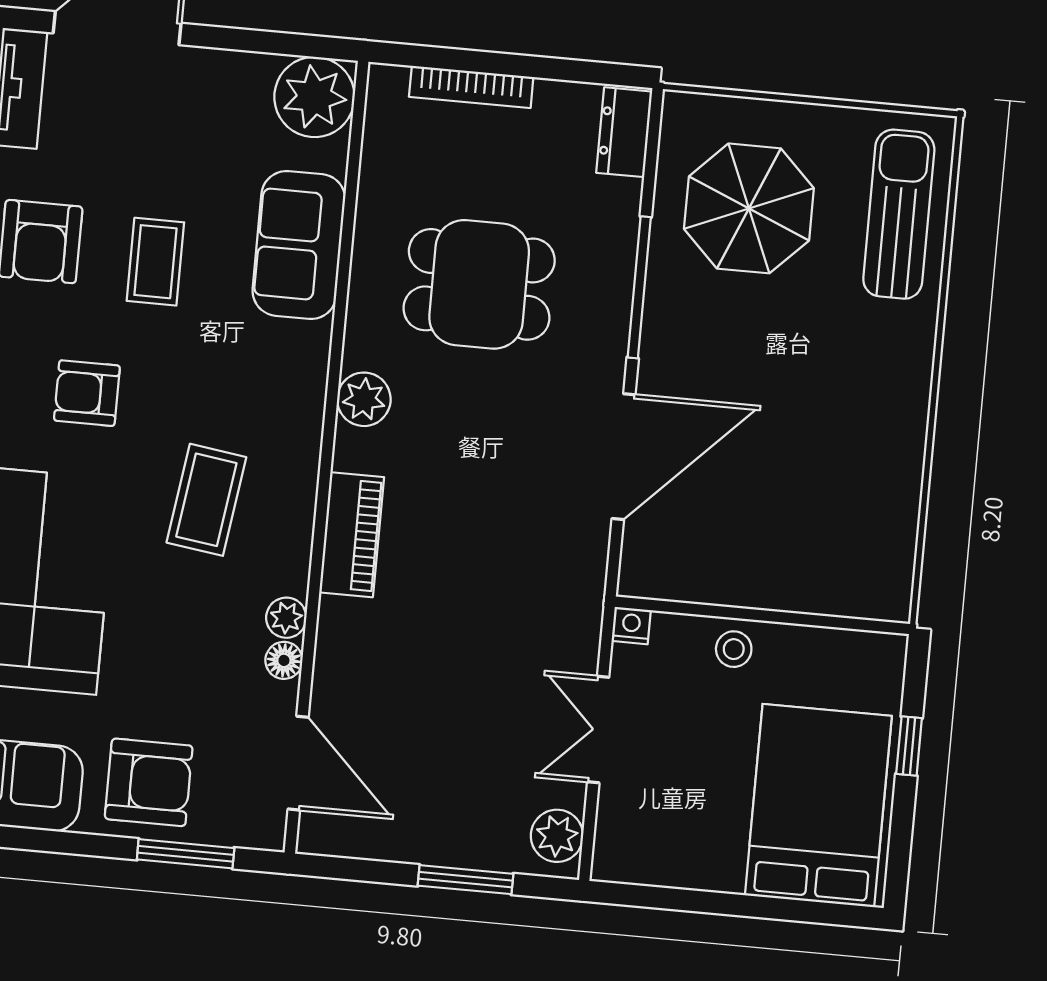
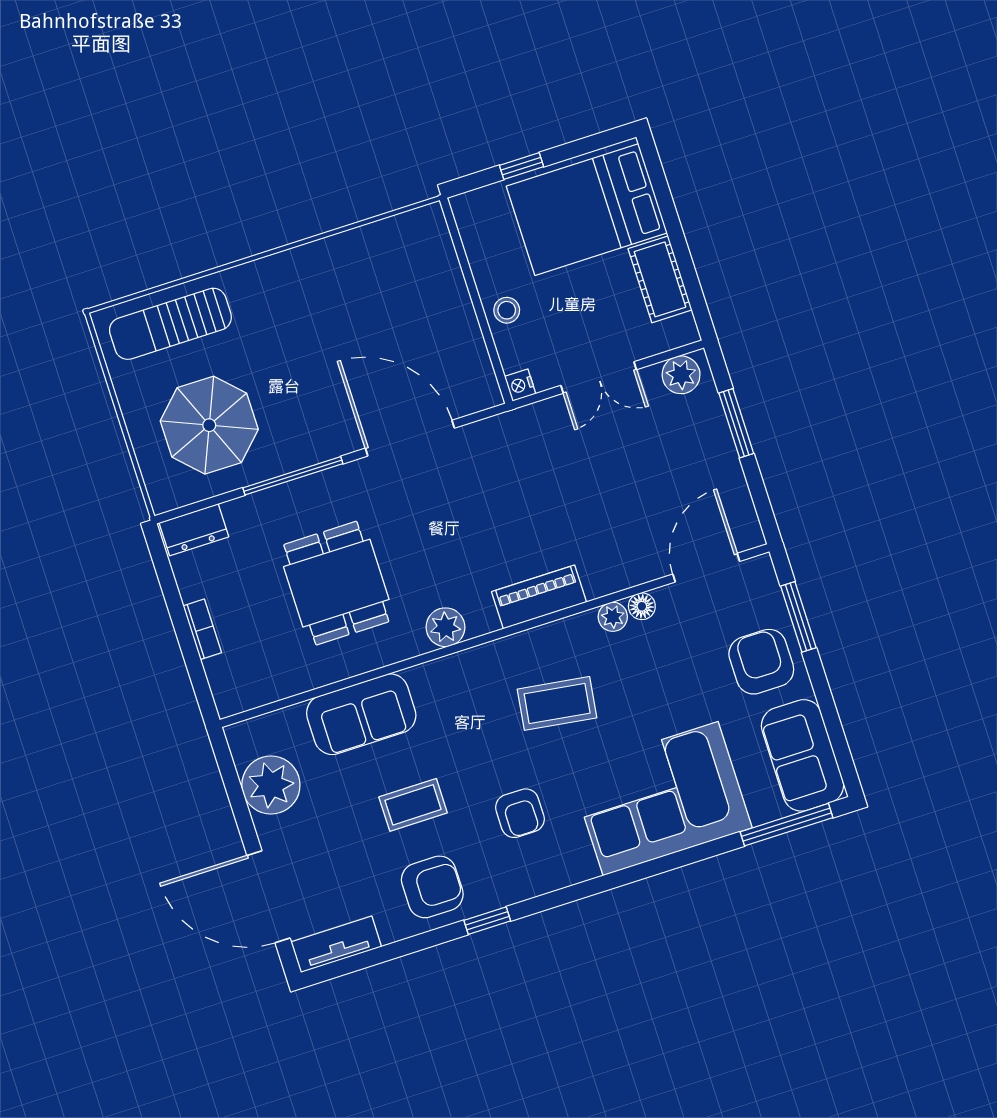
bookcase: (471, 87) -> (202, 629), width x0.64
plant: (314, 97) -> (271, 785), moved
cot: (690, 861) -> (660, 279), added

